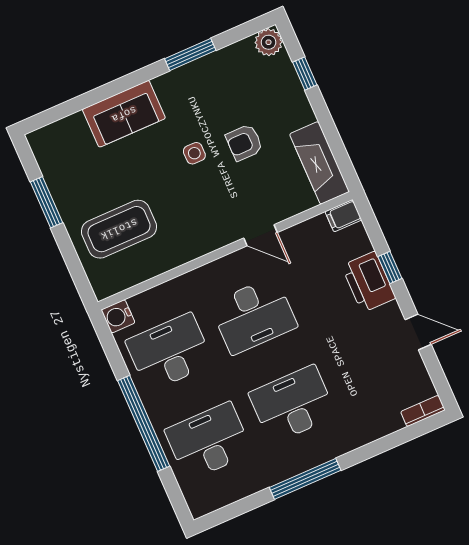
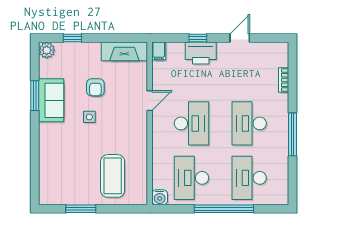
sofa: (124, 114) -> (51, 100), moved
bookcase: (423, 411) -> (284, 80), moved

